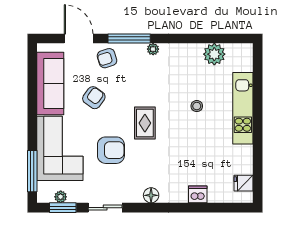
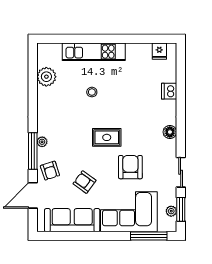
plant: (153, 49) -> (42, 142), moved

